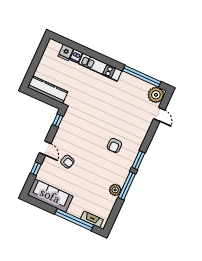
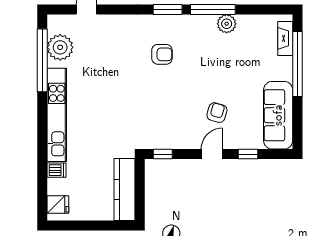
fridge: (66, 52) -> (58, 205), moved
kitchen unit: (100, 67) -> (57, 115), width x1.36
plant: (156, 95) -> (60, 47), moved

